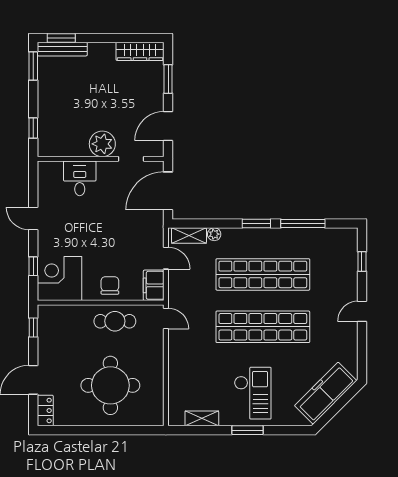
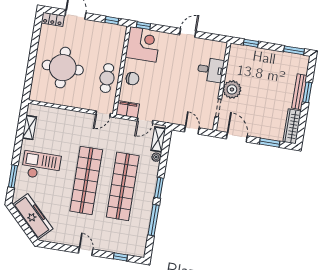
window: (61, 38) -> (307, 92), moved
bench: (62, 49) -> (299, 92), moved
door: (168, 191) -> (192, 130), width x0.53
window: (33, 266) -> (143, 26), moved
checkout: (253, 393) -> (41, 166), turned 180
window: (248, 430) -> (13, 176), moved

